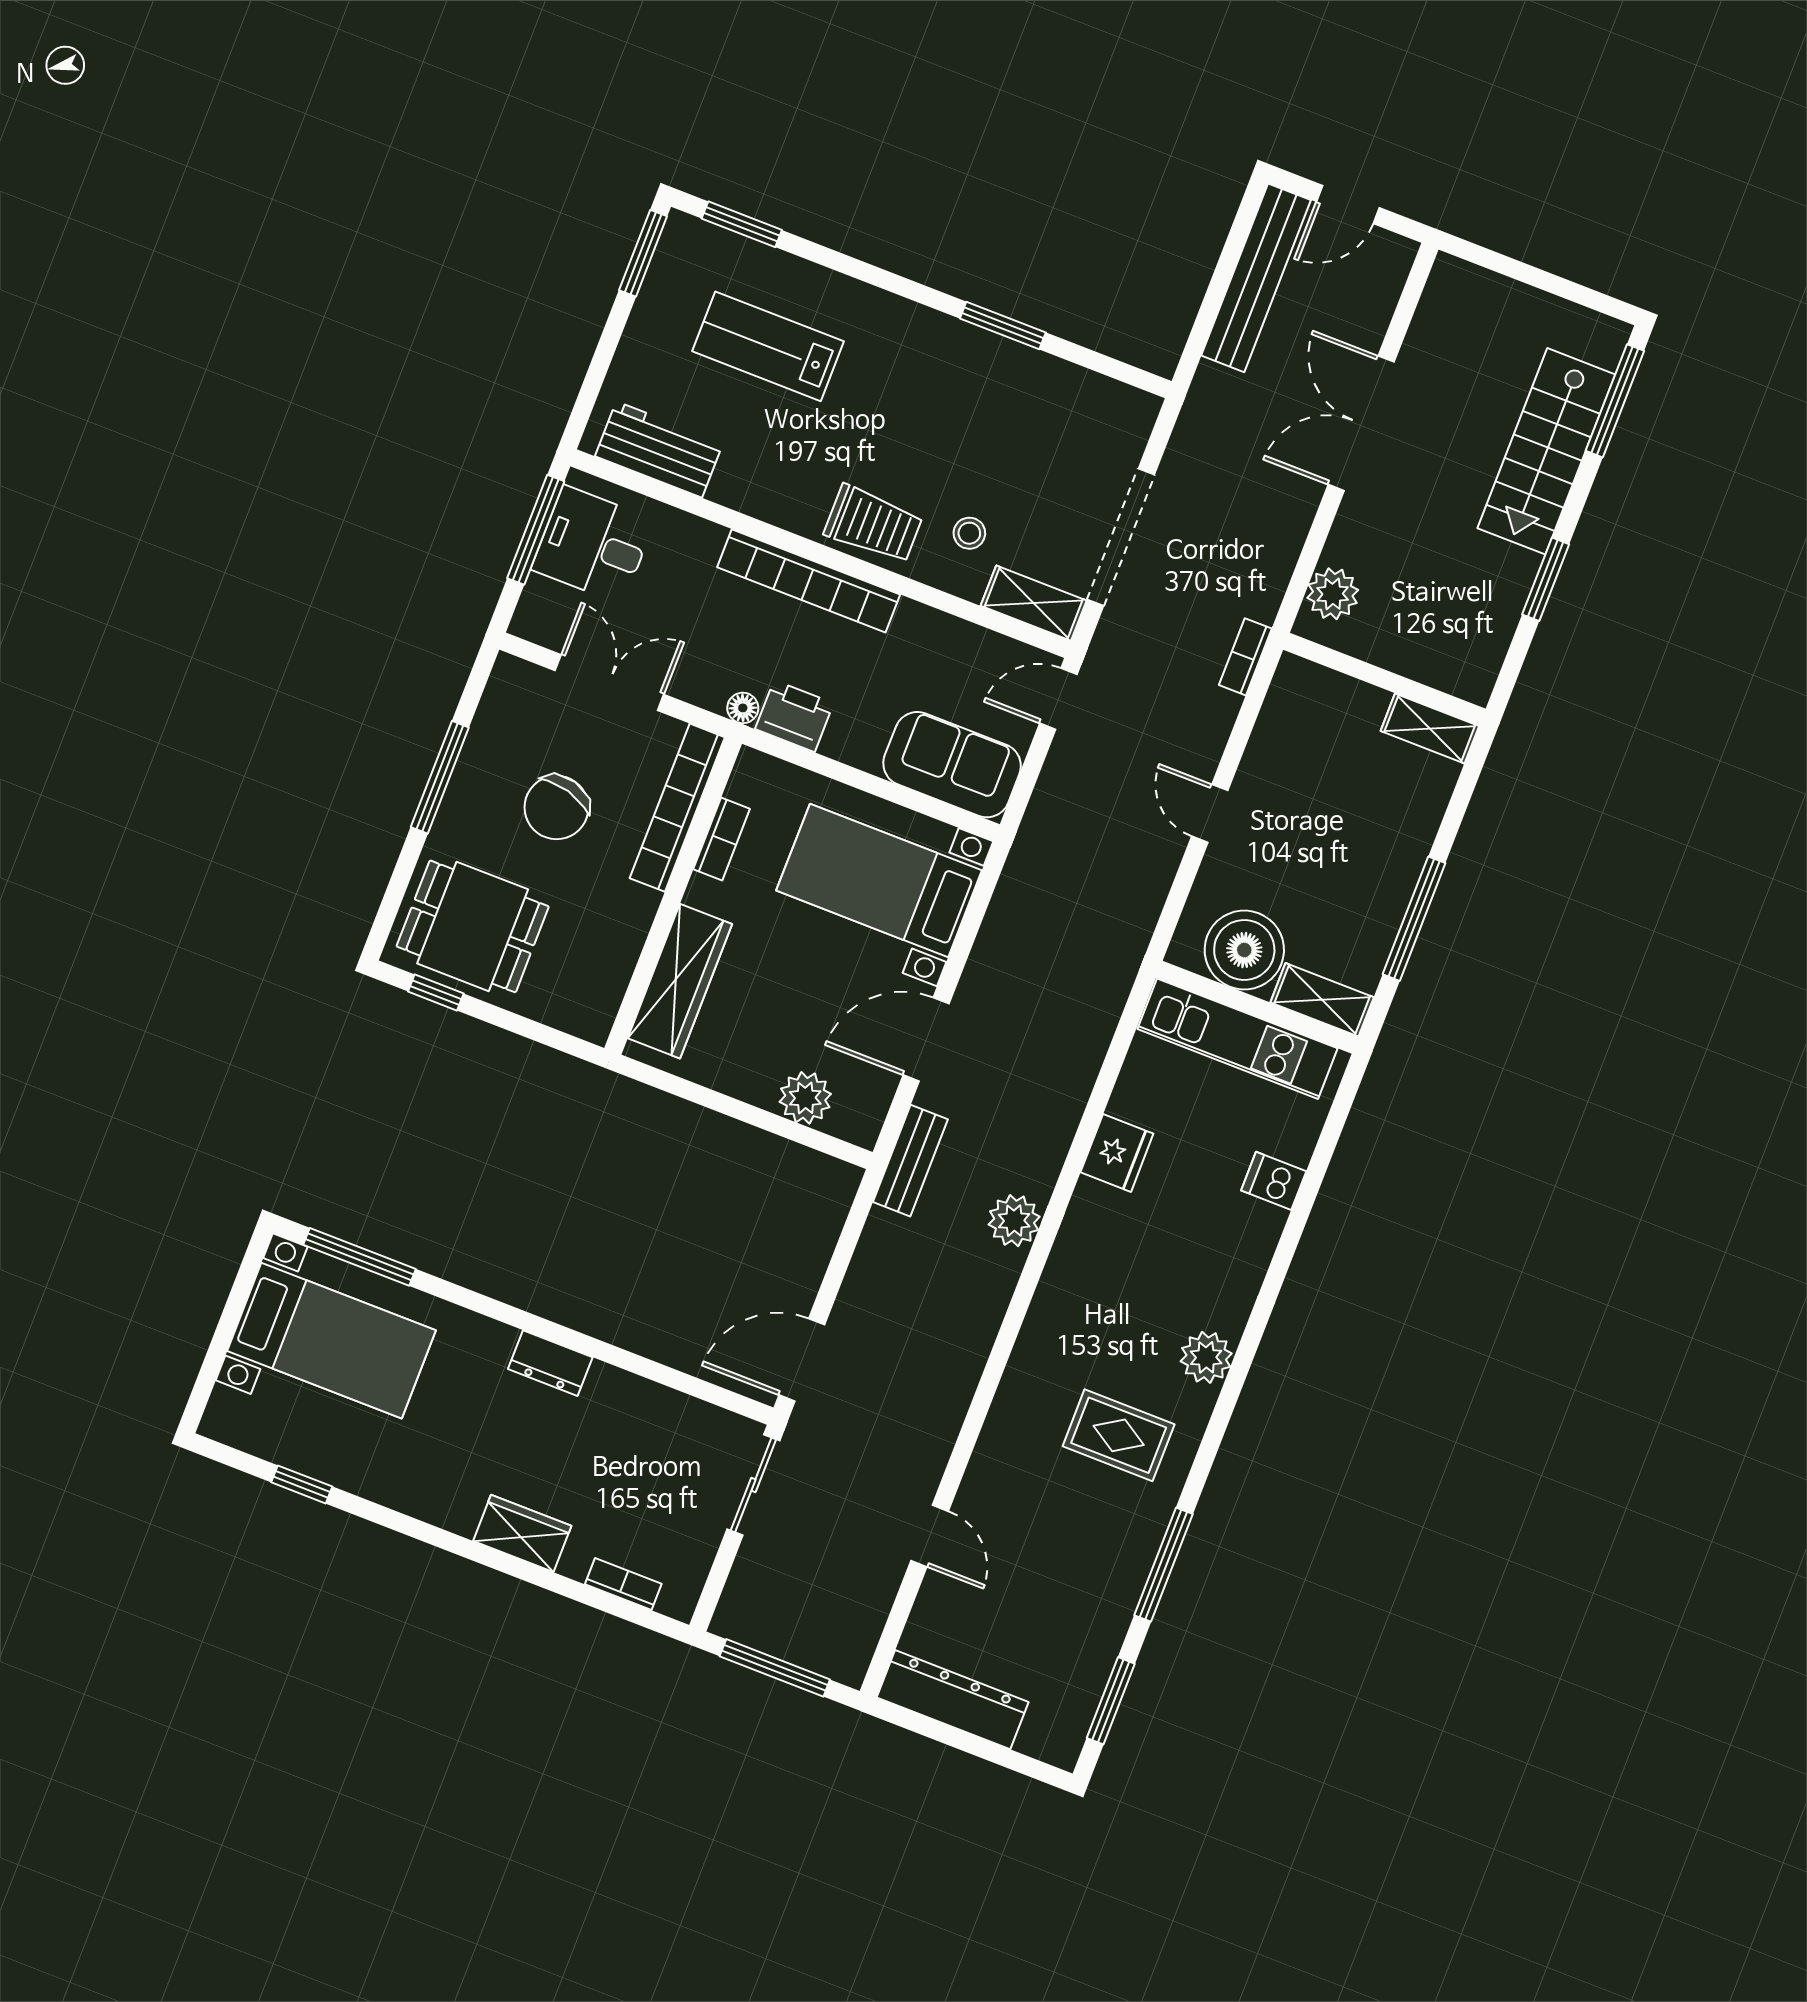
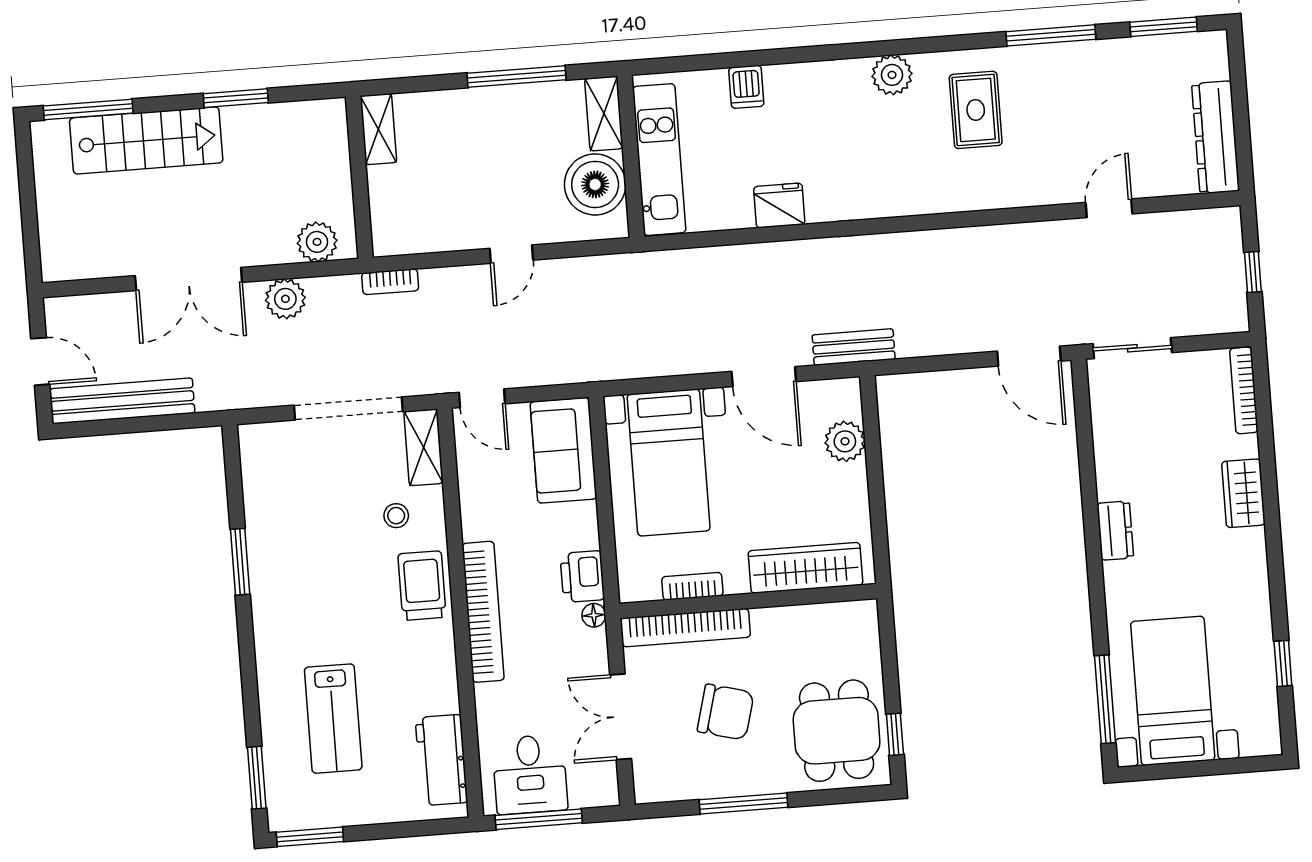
plant: (1014, 1221) -> (285, 299), moved
bookcase: (623, 1584) -> (1244, 390), width x1.56
window: (775, 1668) -> (1253, 272), width x0.46

